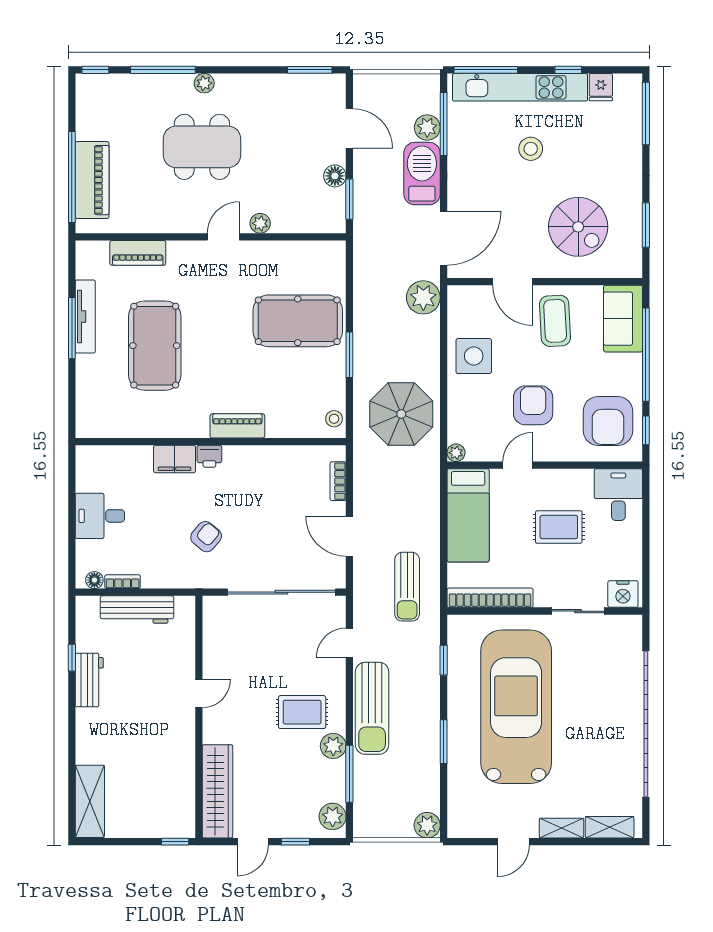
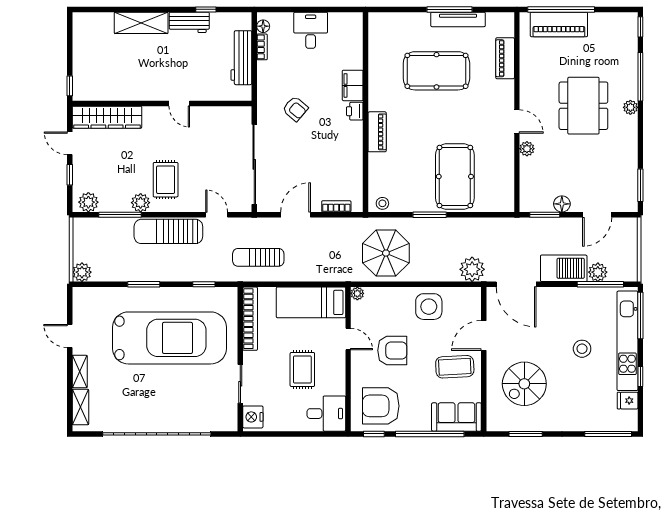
shelving: (90, 801) -> (141, 23), moved

